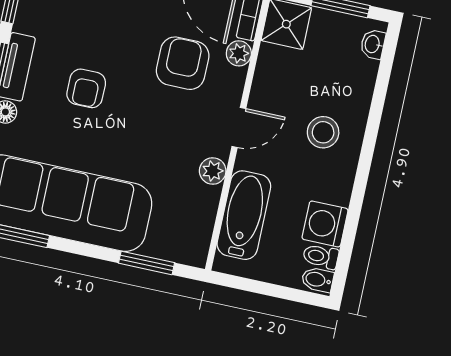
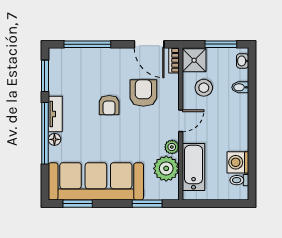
plant: (239, 53) -> (166, 168), moved, width x1.87, depth x1.87
armchair: (86, 88) -> (109, 105), moved
stool: (323, 132) -> (204, 88), moved
bidet: (318, 280) -> (240, 87), moved

